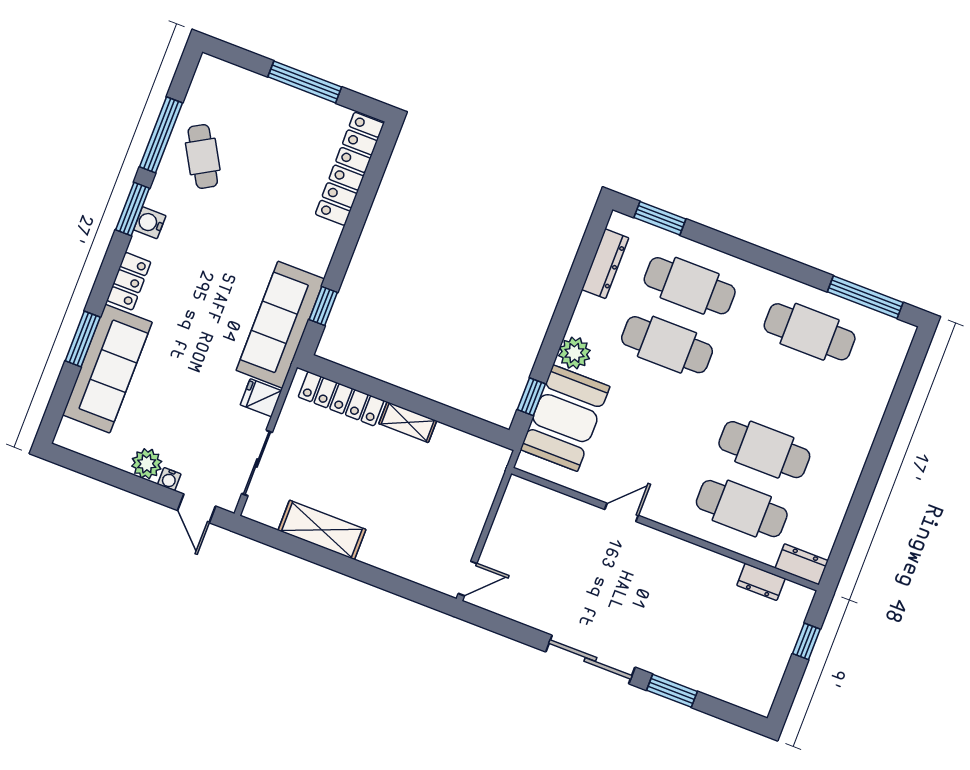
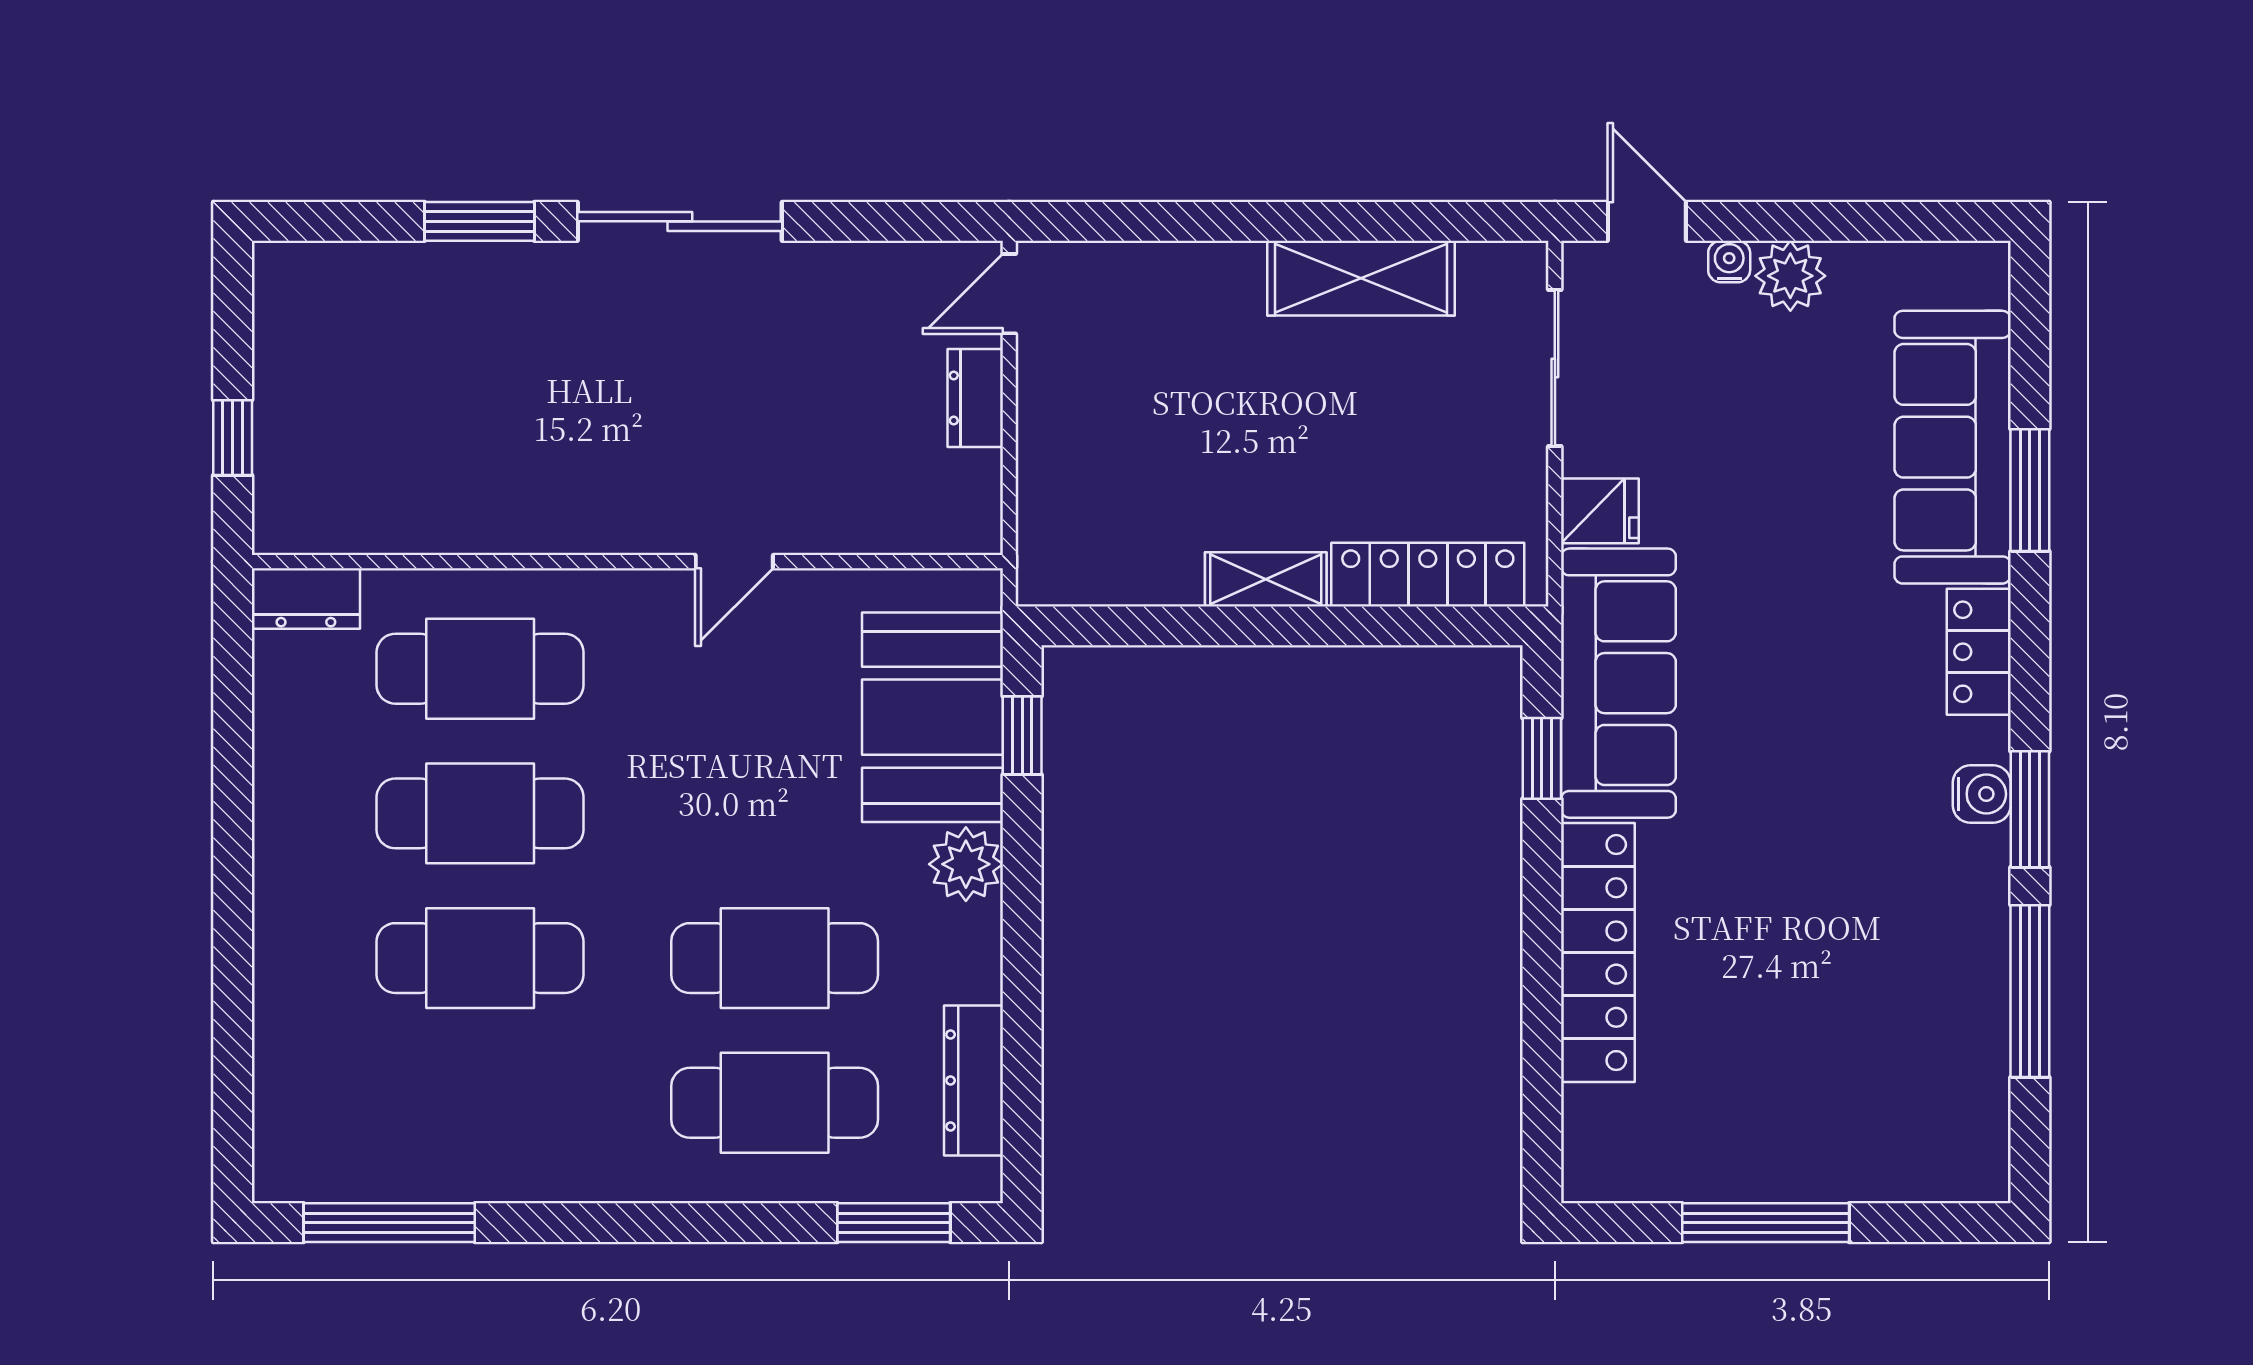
cafe table: (203, 156) -> (1923, 979), removed
locker: (350, 169) -> (1598, 953), moved
cafe table: (810, 332) -> (480, 958), moved
dresser: (761, 582) -> (975, 398), moved, turned -90

